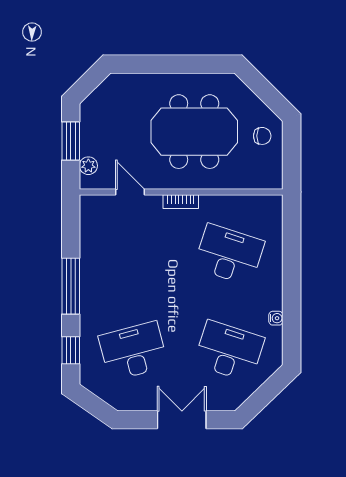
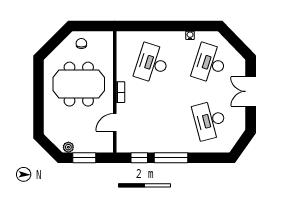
meeting table: (194, 132) -> (79, 84), turned 90
plant: (88, 166) -> (68, 147), moved
window: (71, 350) -> (139, 158), moved

